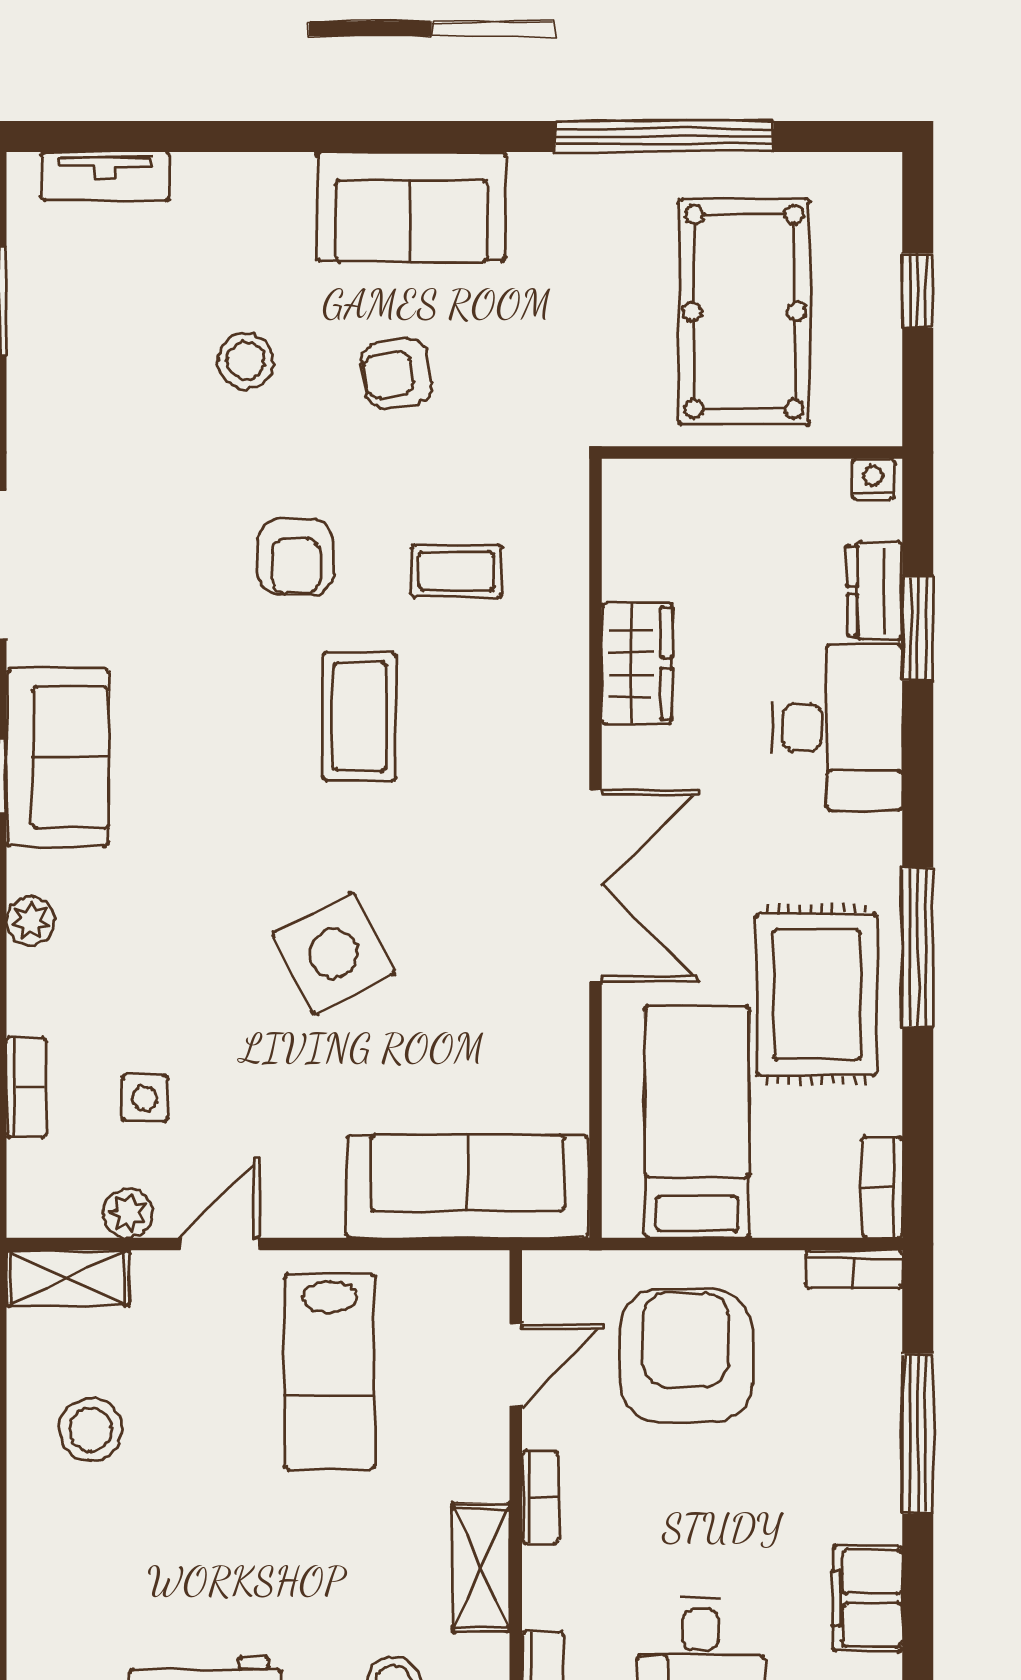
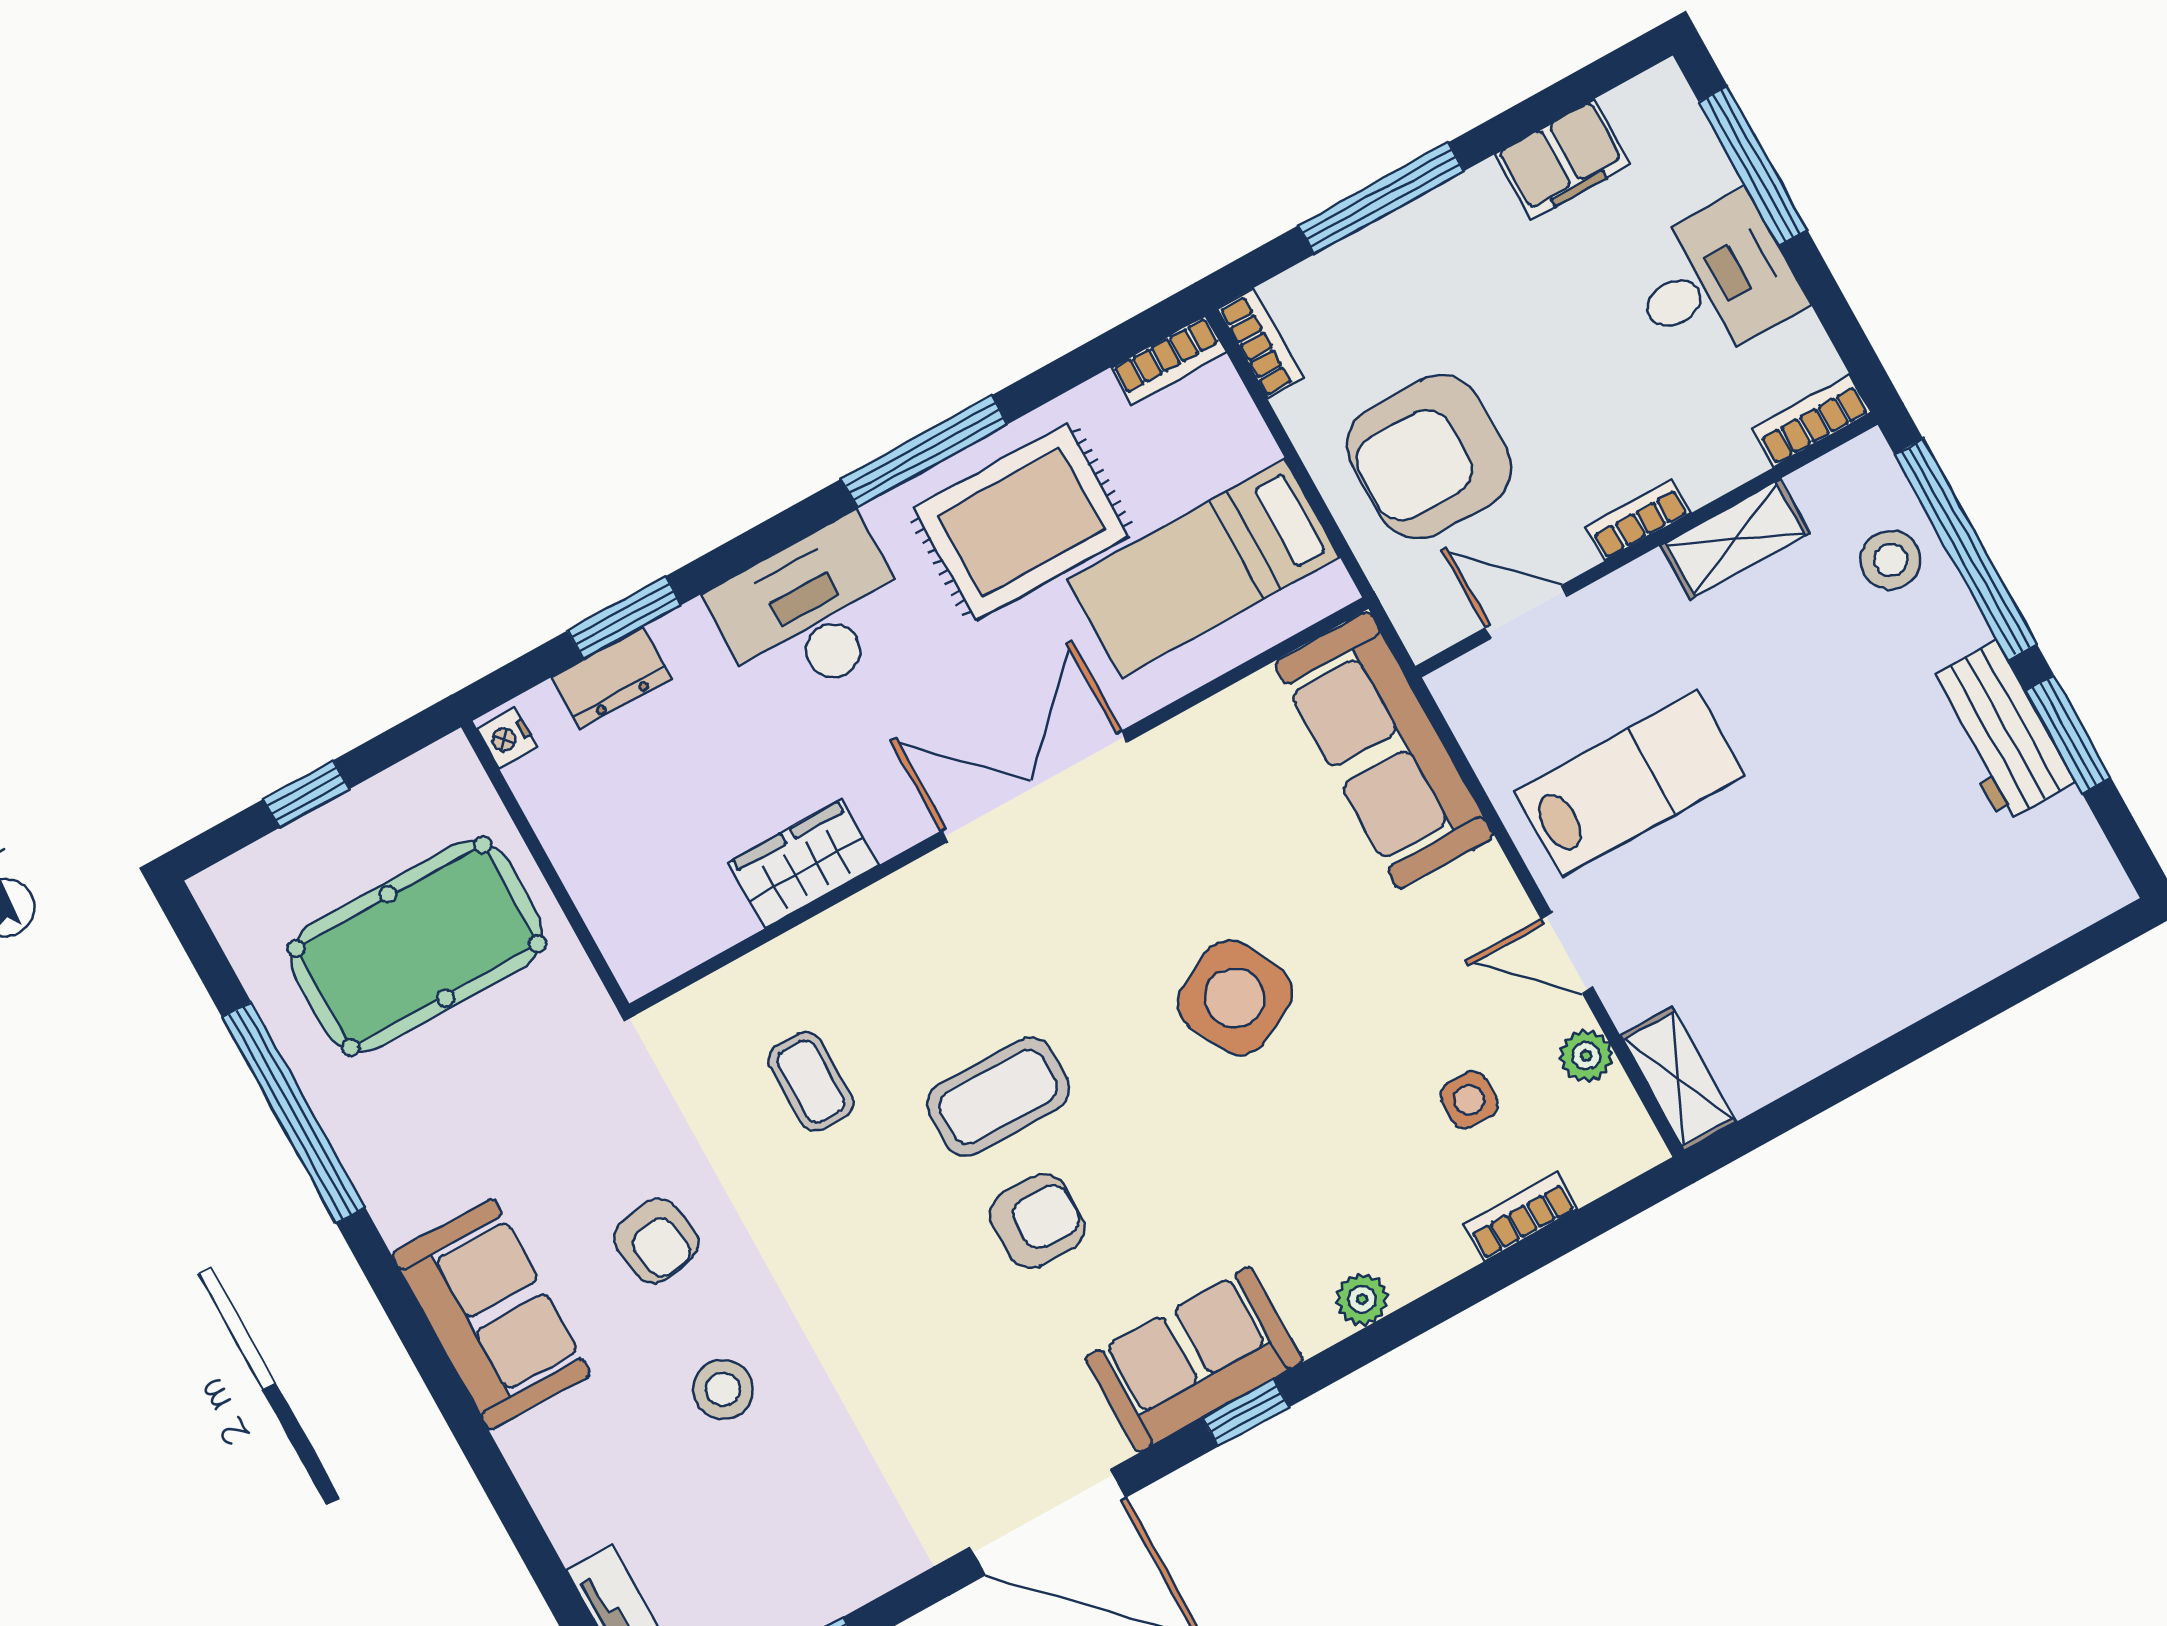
armchair: (296, 557) -> (1037, 1221), moved
desk: (837, 728) -> (812, 613), moved
stool: (91, 1430) -> (1809, 978), removed

